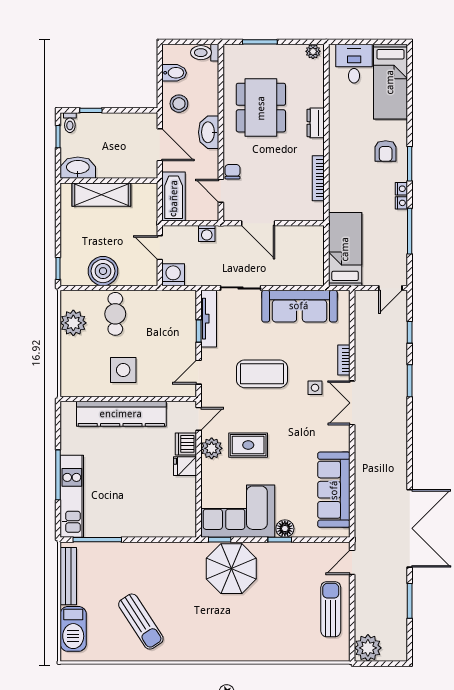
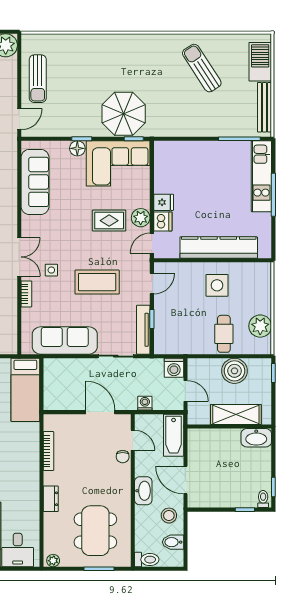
dining table: (261, 108) -> (95, 531), moved
washbasin: (78, 168) -> (256, 438), moved
wall: (109, 181) -> (229, 427), moved
shelving: (101, 195) -> (236, 415), moved

